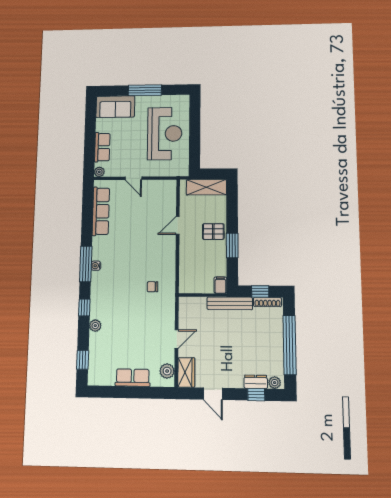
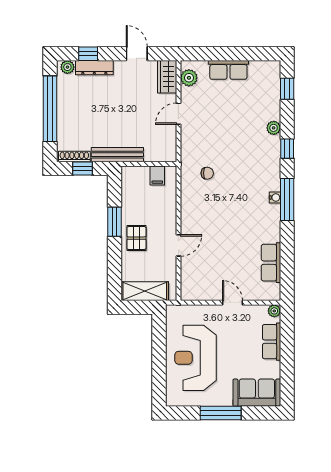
row of seats: (101, 211) -> (271, 263), width x0.68
pallet: (213, 232) -> (136, 238), turned 90
filing cabinet: (220, 285) -> (157, 175), moved
dresser: (256, 382) -> (94, 68), width x1.44

